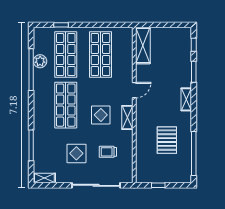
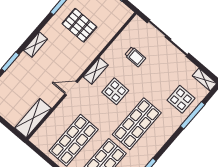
pallet: (167, 140) -> (79, 25), turned 90
display table: (76, 153) -> (181, 99), moved

